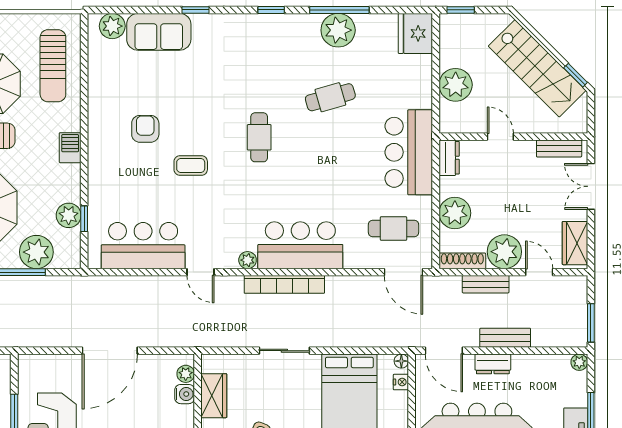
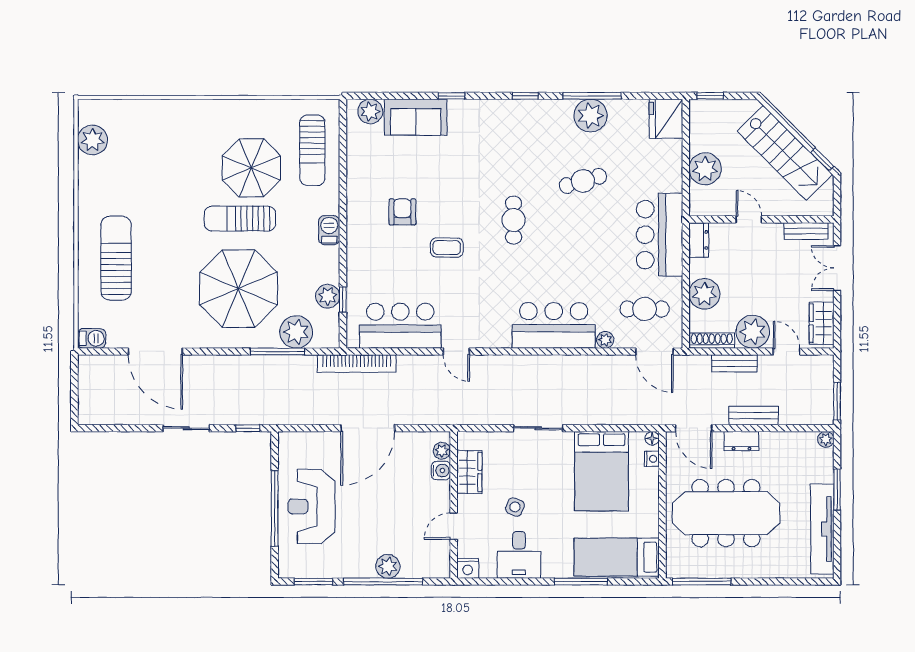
plant: (248, 260) -> (605, 340), moved
bookcase: (284, 284) -> (357, 364), moved

